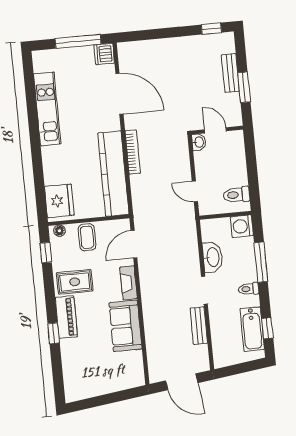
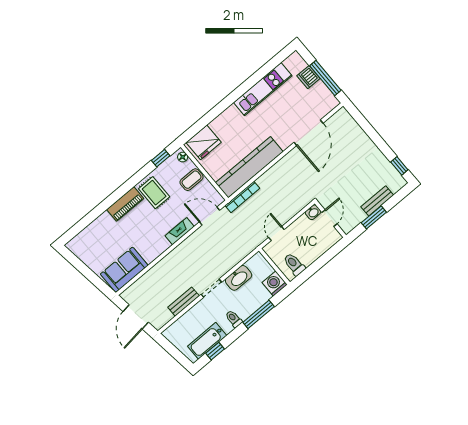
dishwasher: (104, 54) -> (308, 77), moved, turned -90
bookcase: (133, 152) -> (242, 197), moved
sofa: (125, 326) -> (124, 270), moved
window: (54, 333) -> (108, 203), removed

